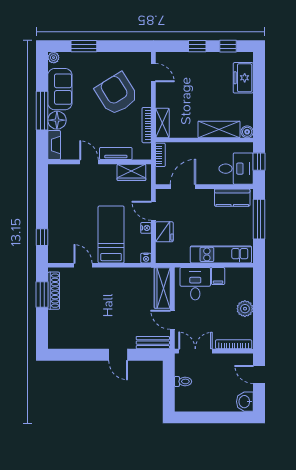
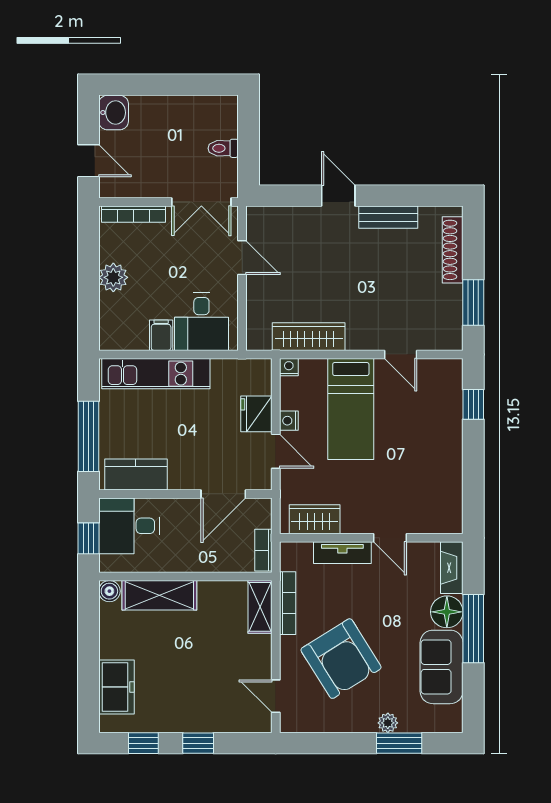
plant: (54, 58) -> (388, 723), moved
wardrobe: (162, 288) -> (309, 337), moved, turned -90
shoe rack: (54, 291) -> (453, 250), moved
bench: (153, 343) -> (388, 217), moved

